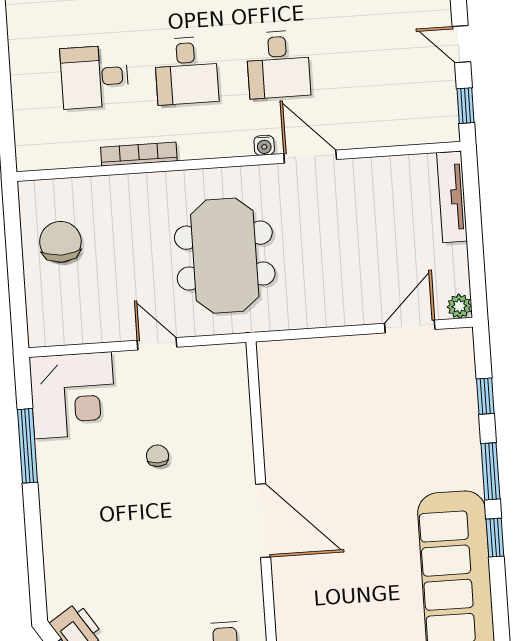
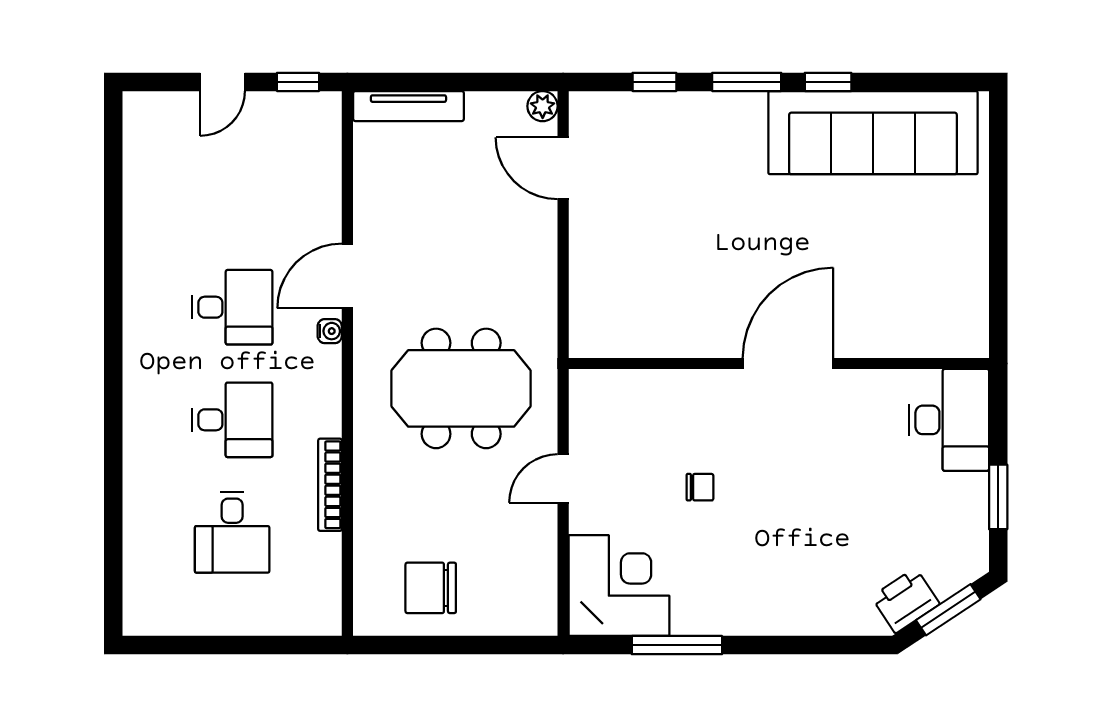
chair: (158, 456) -> (700, 487), turned 180

